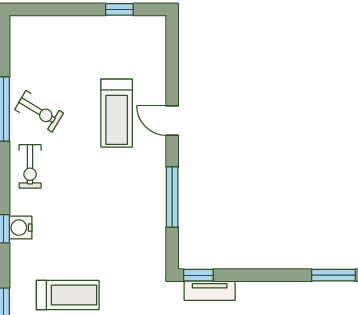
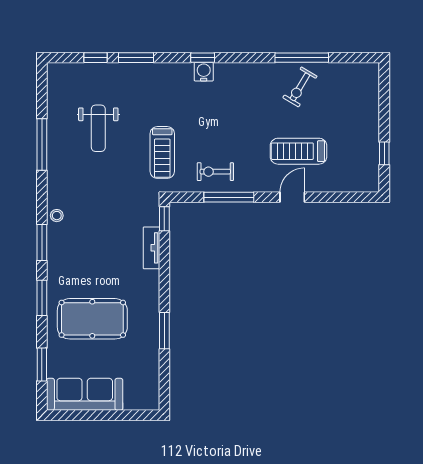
exercise bike: (30, 166) -> (215, 172), moved
tv unit: (210, 291) -> (151, 248), moved
treadmill: (68, 295) -> (162, 152), moved

